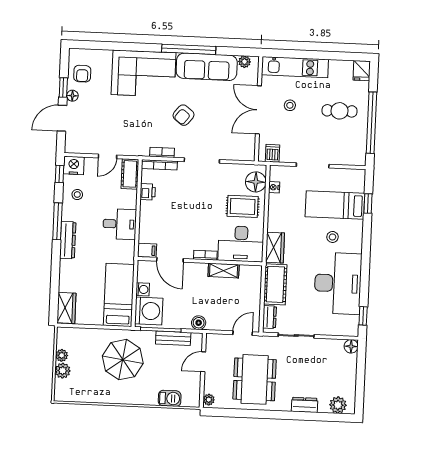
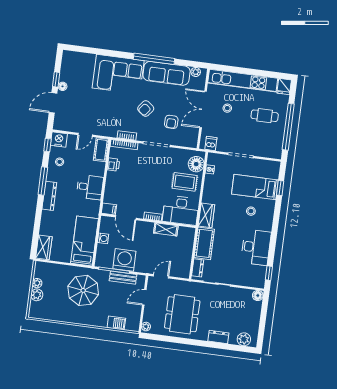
kitchen unit: (295, 67) -> (243, 81), width x1.36
armchair: (82, 74) -> (171, 122), moved
desk: (338, 283) -> (256, 247), width x0.73, depth x0.77
washing machine: (149, 311) -> (124, 260), moved, turned -90
boiler: (199, 323) -> (143, 267), removed
door: (243, 333) -> (161, 276), moved

